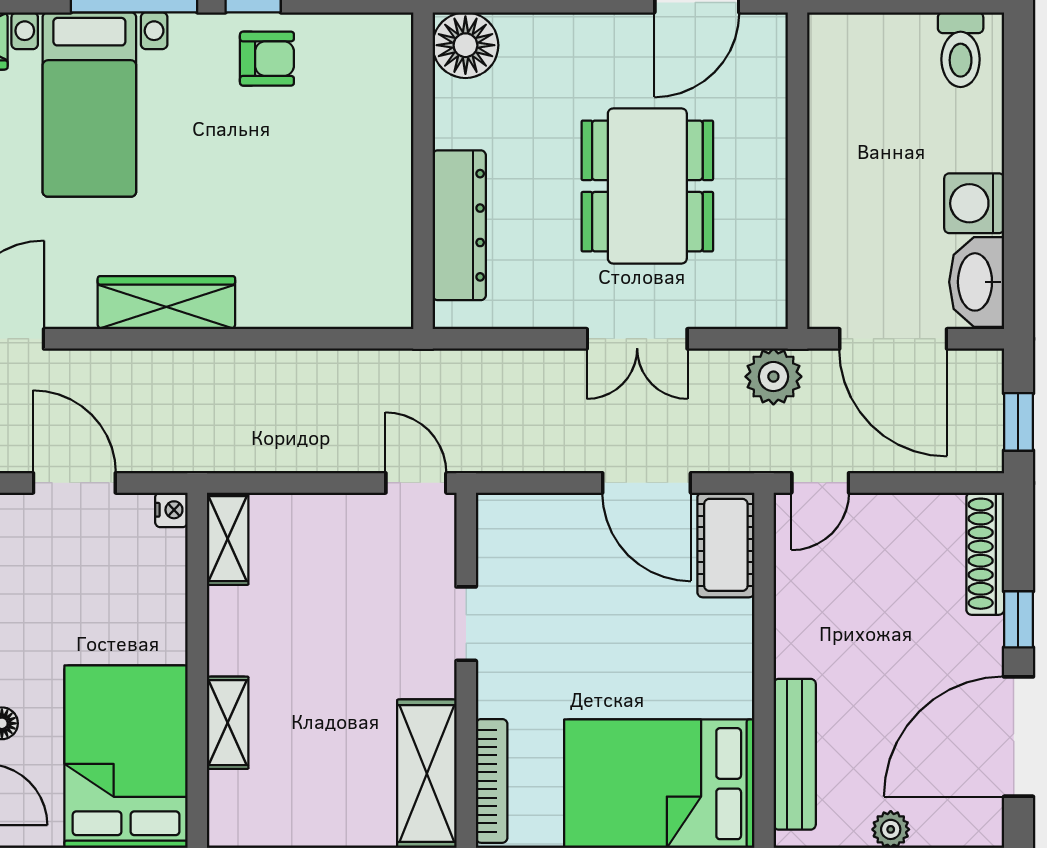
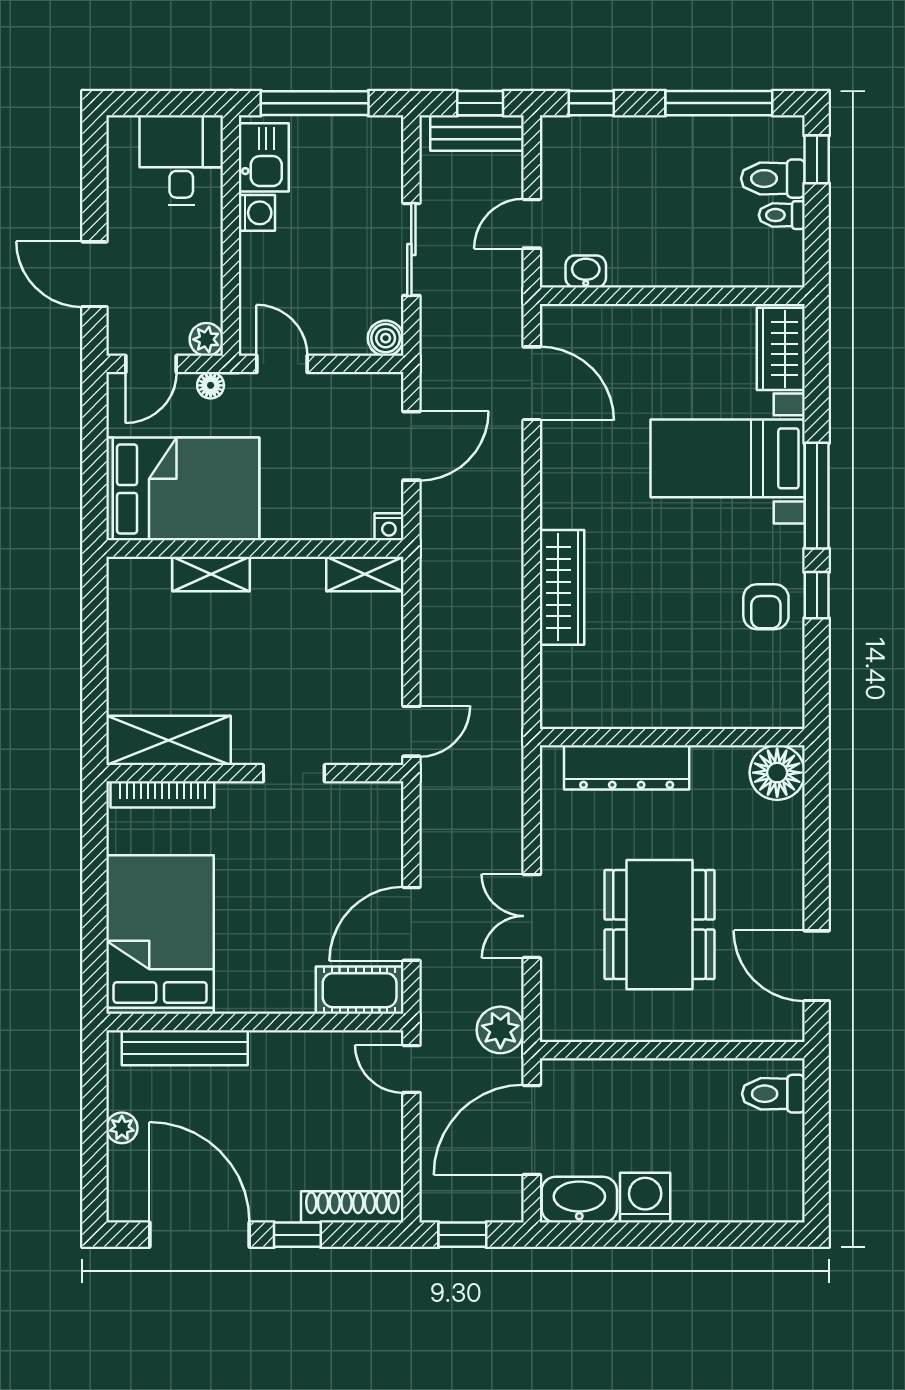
toilet: (961, 50) -> (773, 1094), moved
dining table: (647, 186) -> (659, 925), turned 90
wardrobe: (166, 303) -> (562, 587), moved

